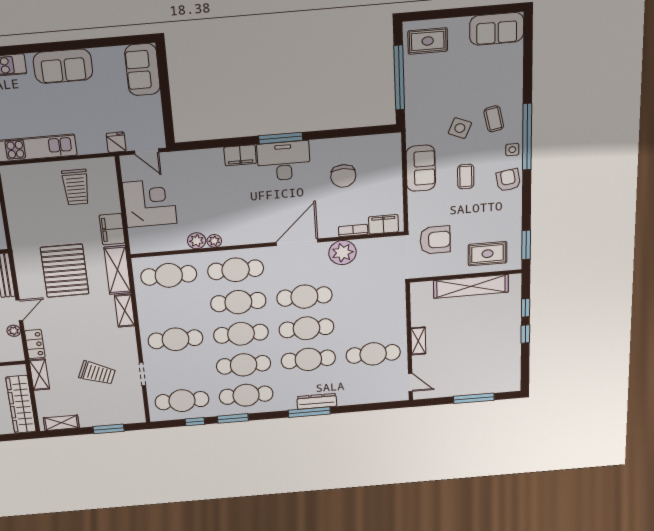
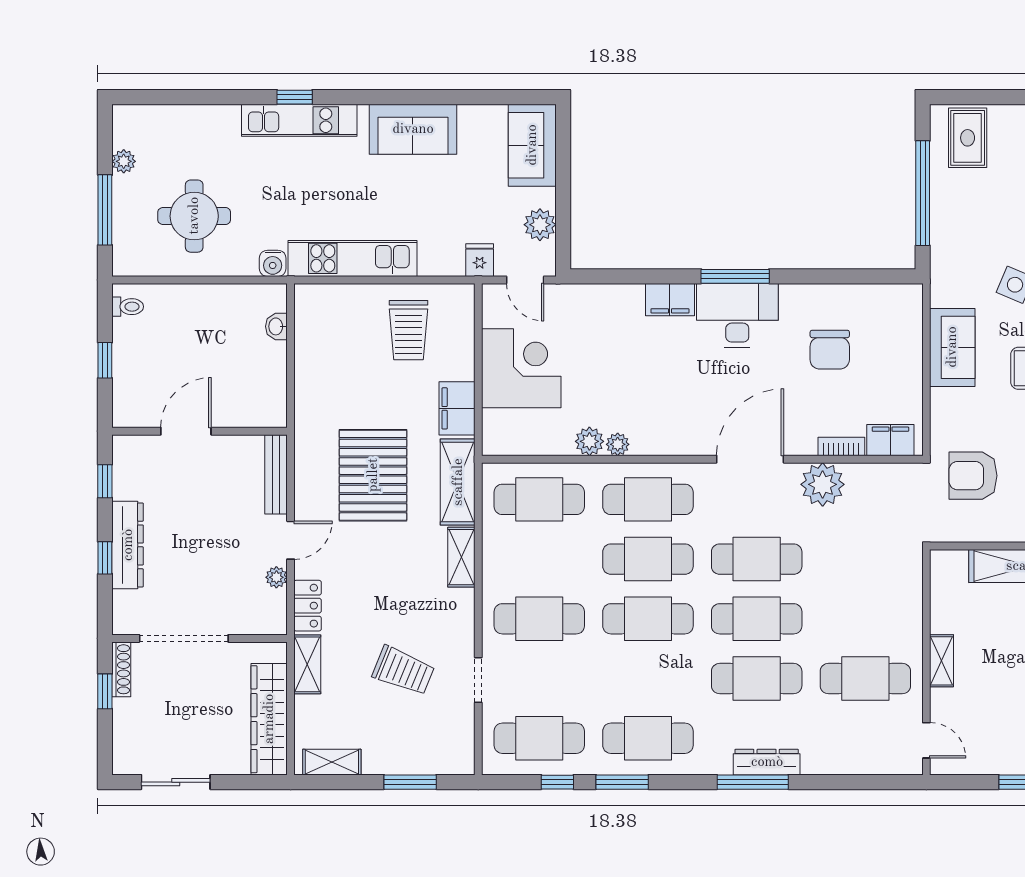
rug: (428, 41) -> (968, 138), turned 90
plant: (153, 118) -> (540, 225), added
armchair: (435, 240) -> (973, 476), turned 180
cafe table: (244, 365) -> (648, 679), removed

